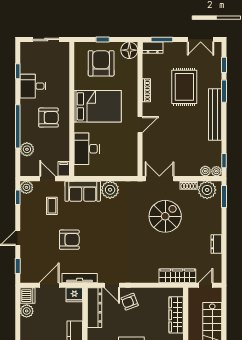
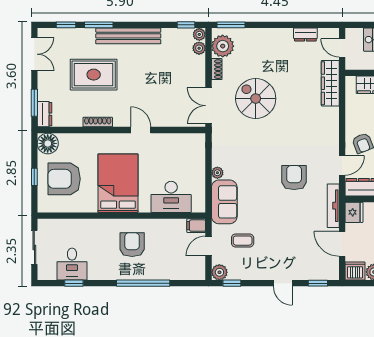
desk: (33, 86) -> (72, 264), moved
plant: (27, 149) -> (172, 272), removed
plant: (110, 190) -> (217, 173), width x0.53, depth x0.53
armchair: (69, 240) -> (294, 178), moved
dresser: (216, 244) -> (305, 34), moved

